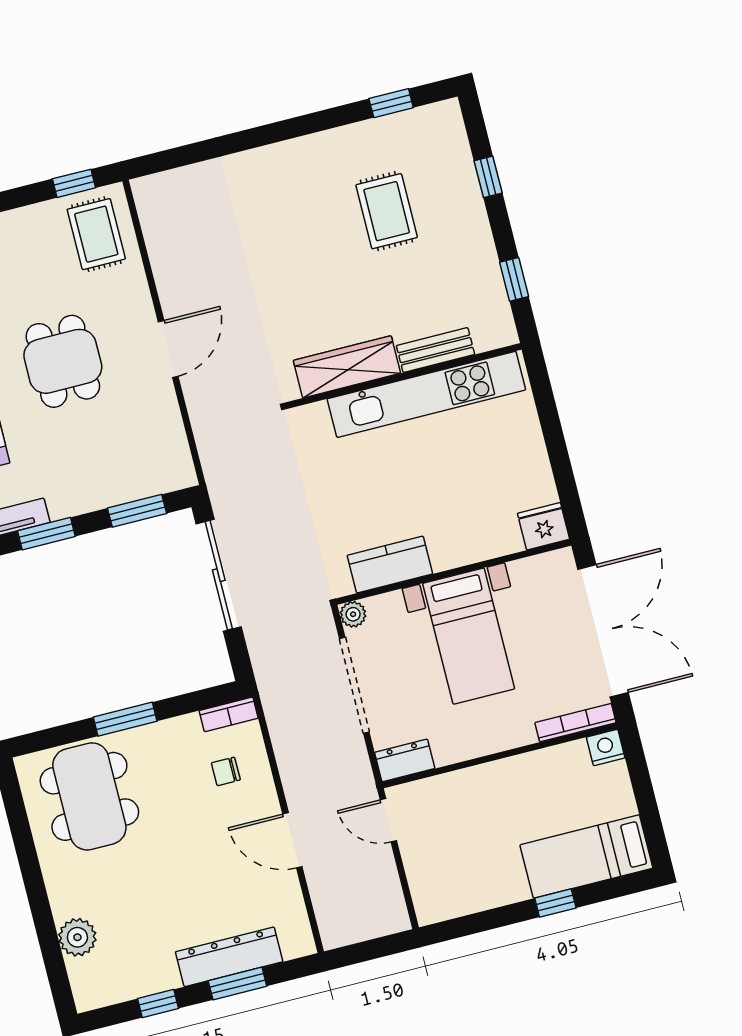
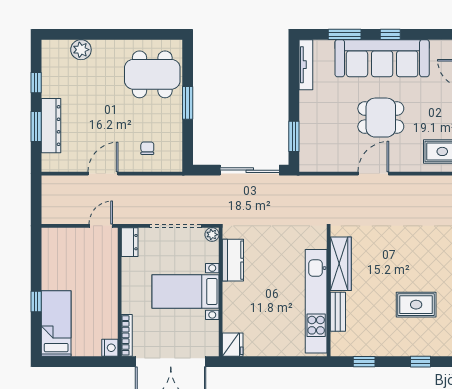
door: (168, 349) -> (373, 174), swing flipped
window: (46, 534) -> (294, 86), removed
bookcase: (229, 714) -> (176, 157), removed

